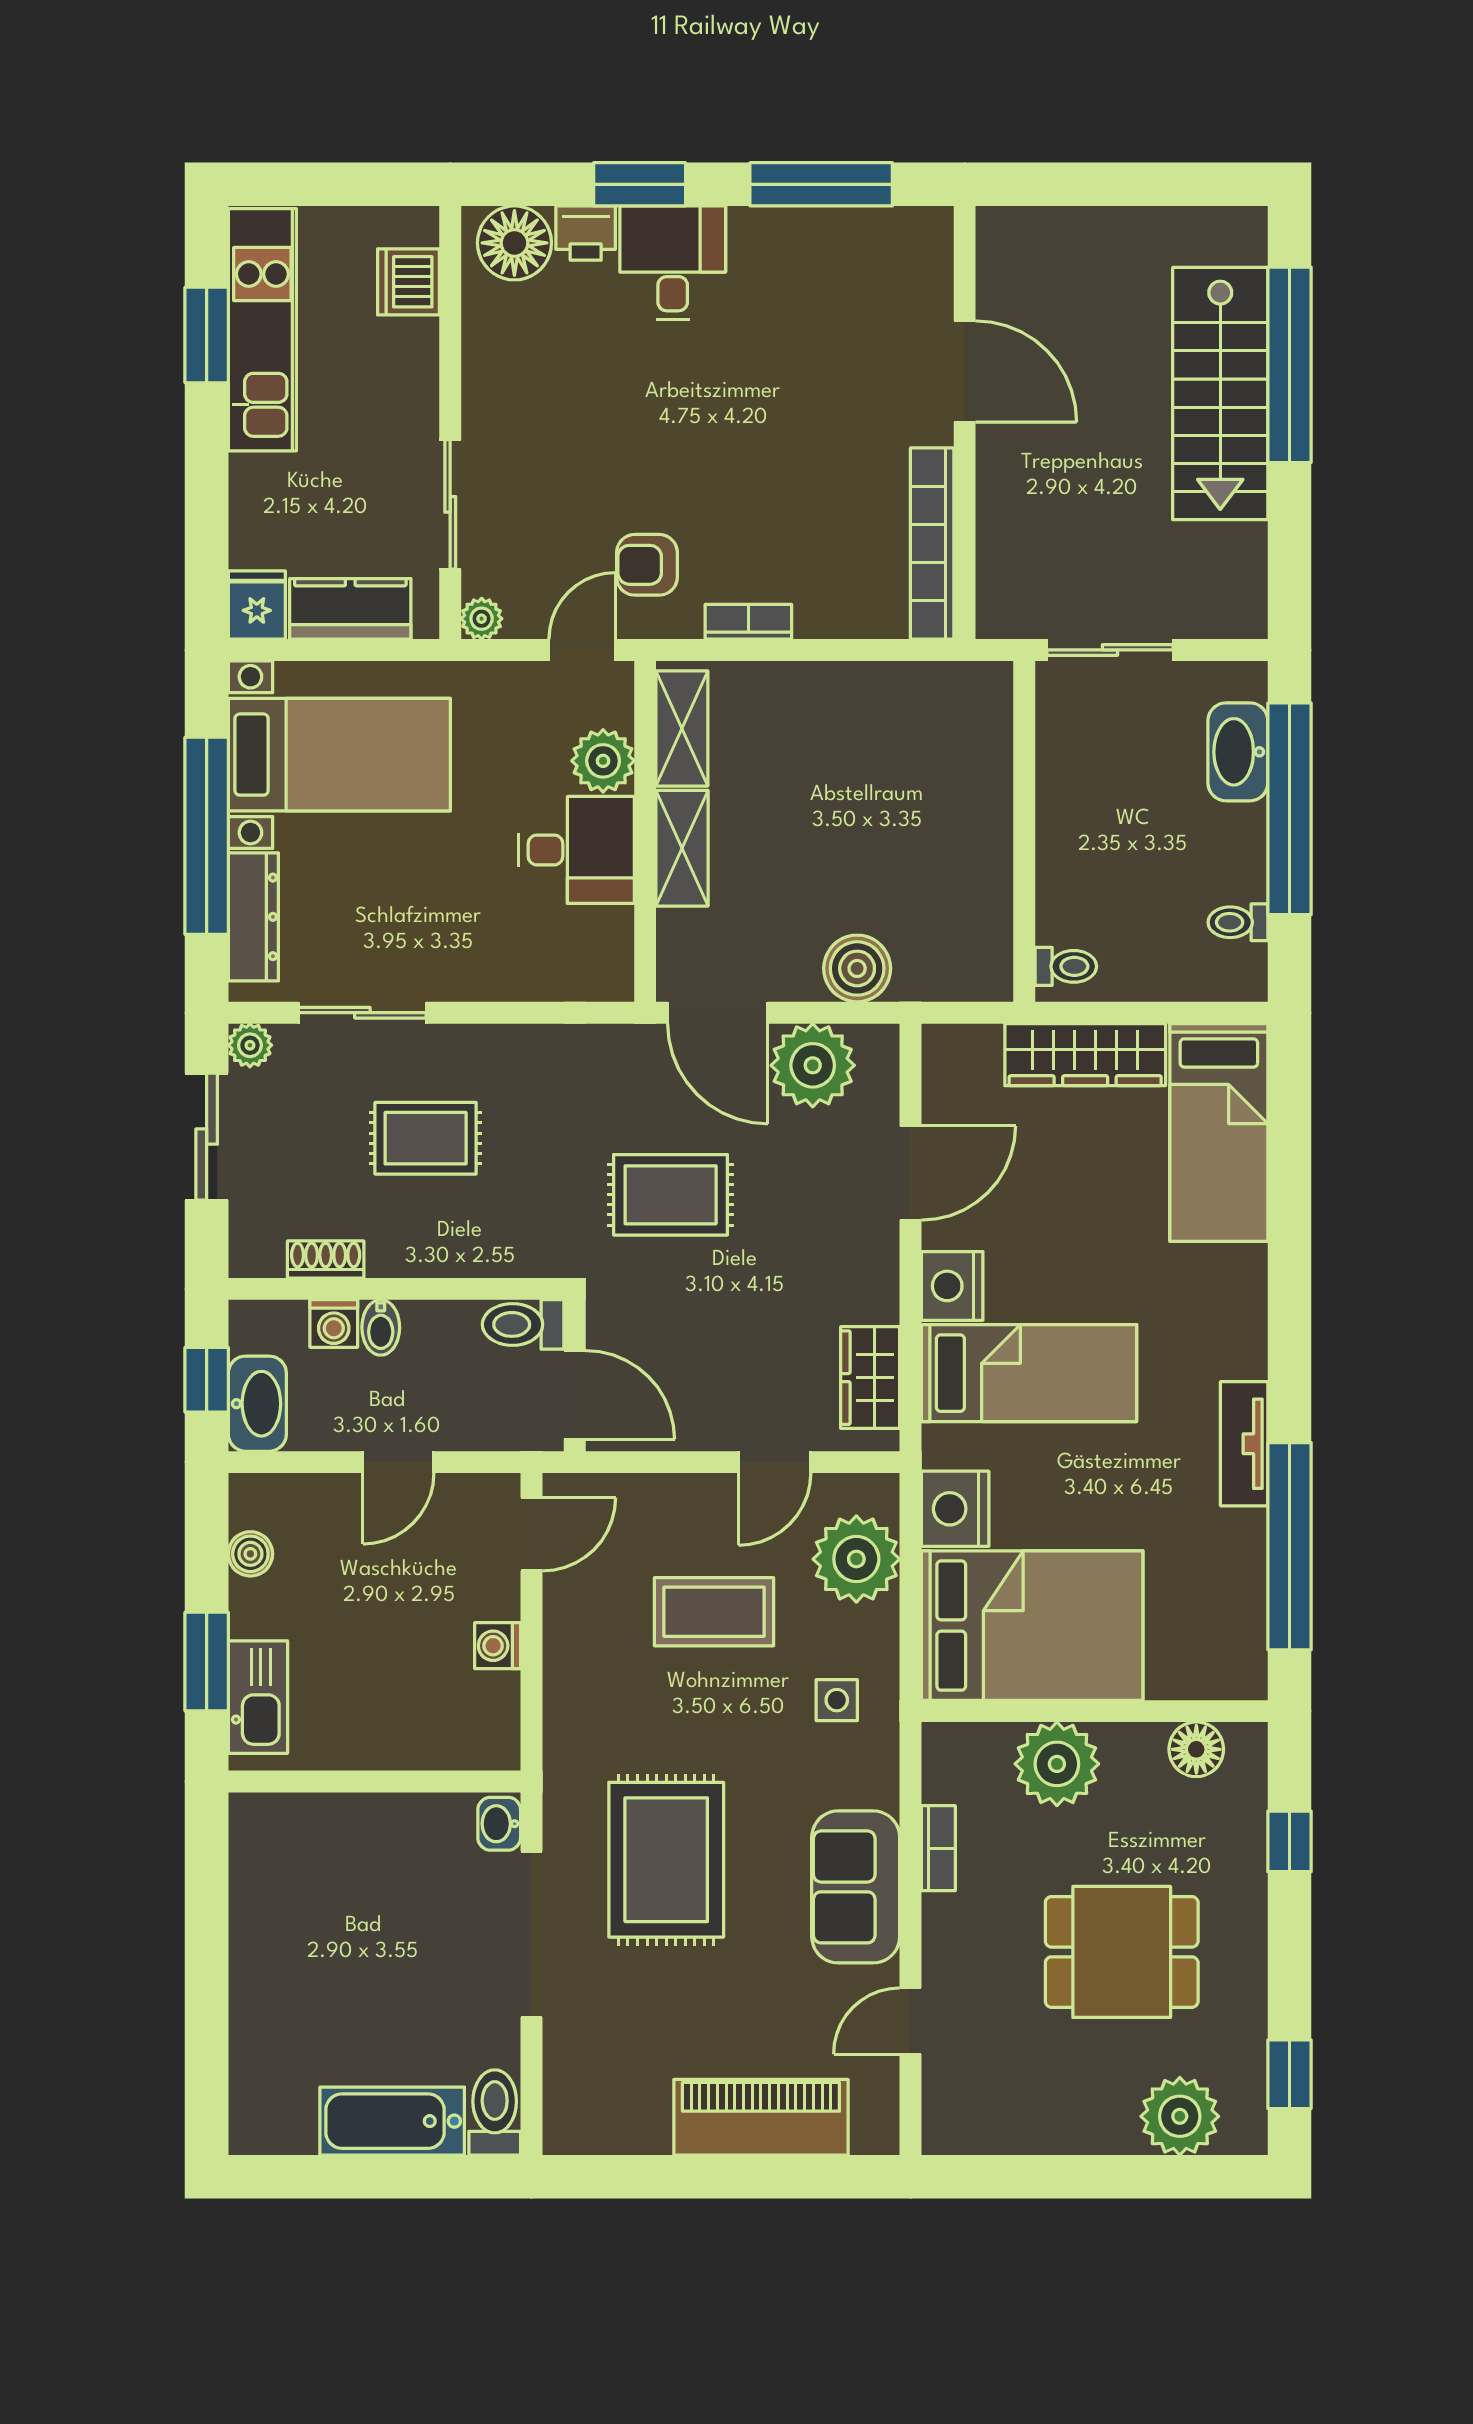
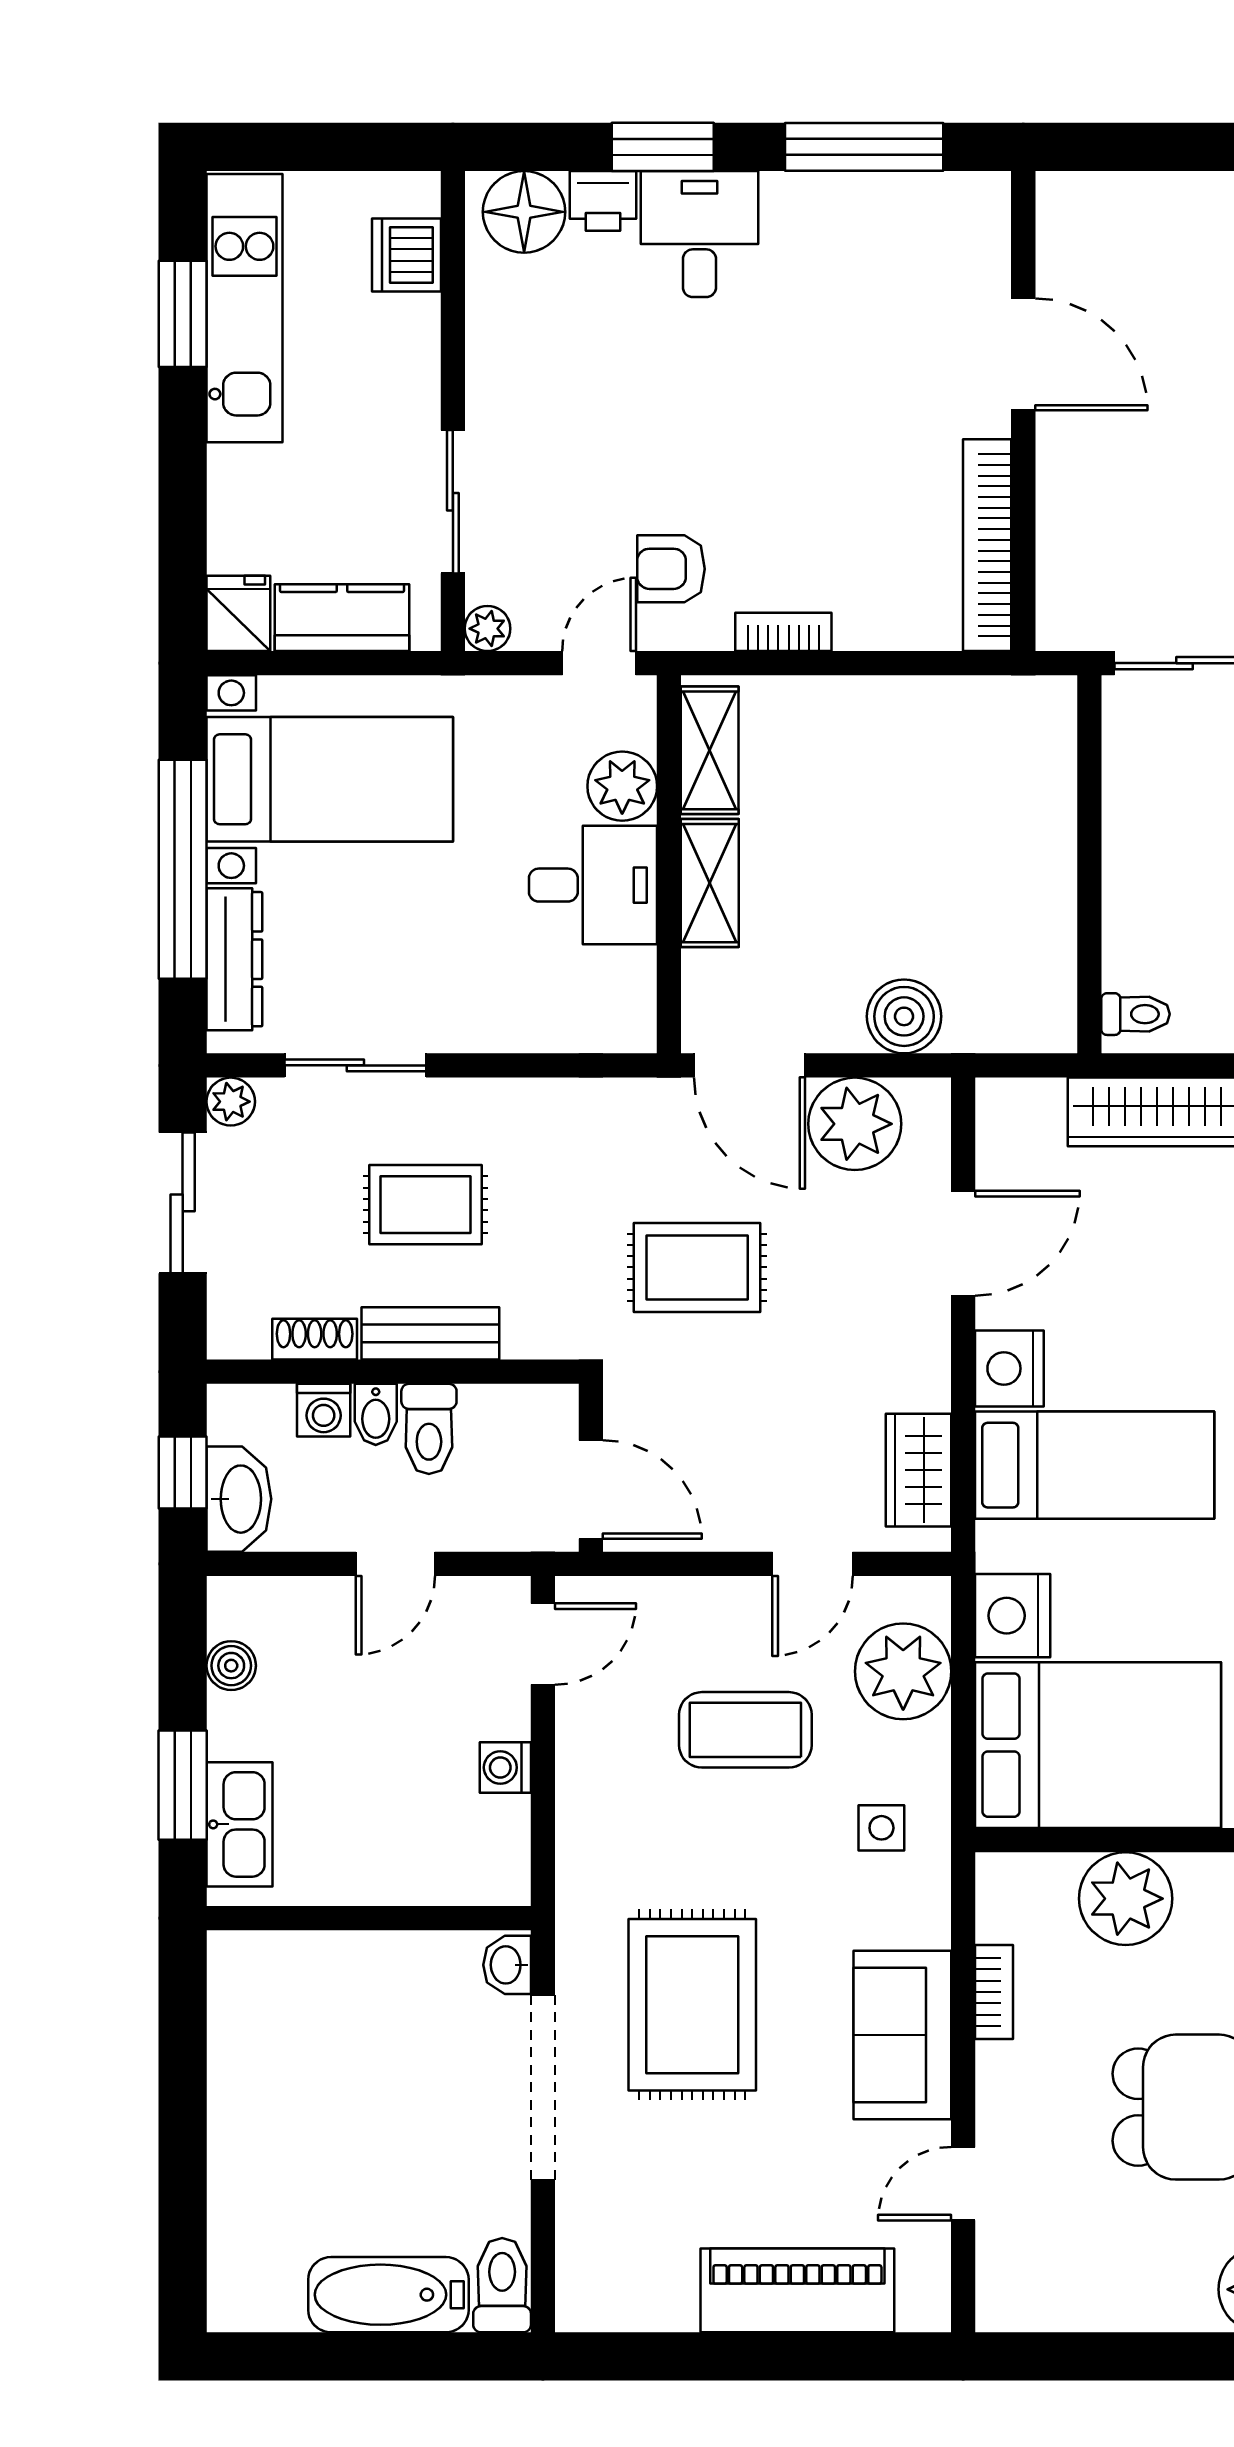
bench: (430, 1254) -> (430, 1333), added
toilet: (523, 1324) -> (429, 1429), moved, turned -90

